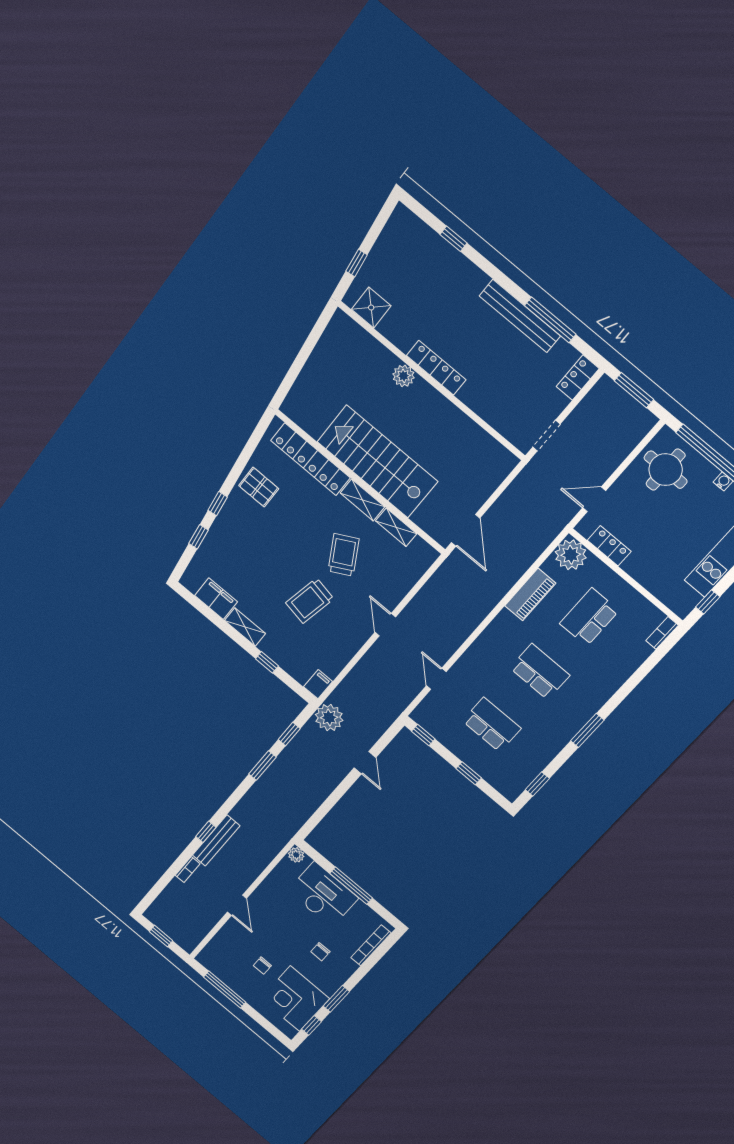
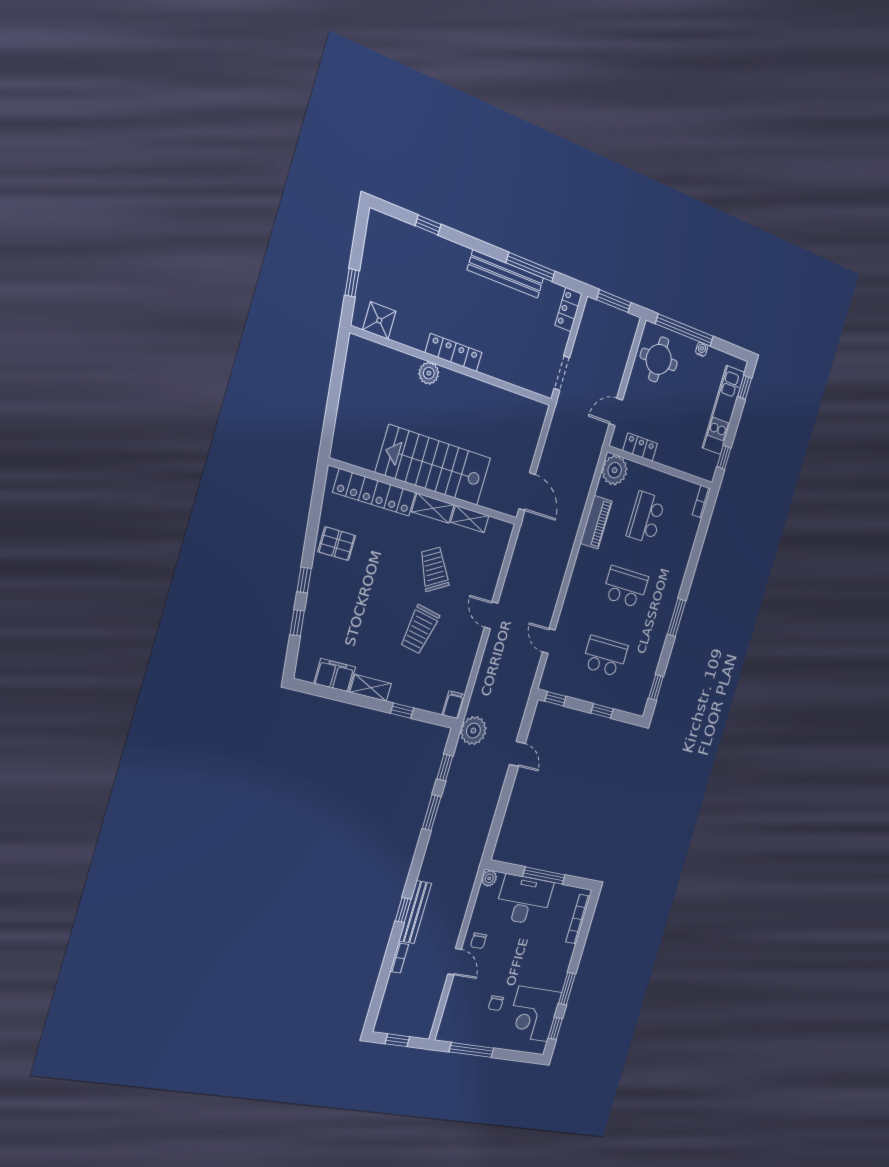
chair: (320, 952) -> (478, 941), moved

